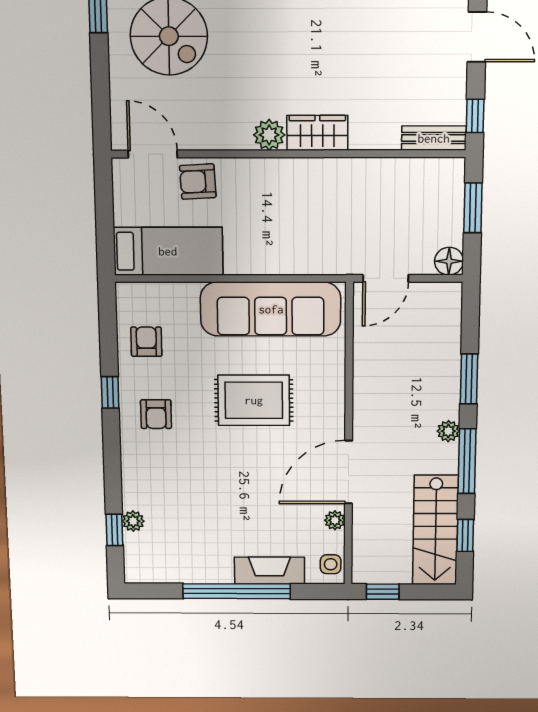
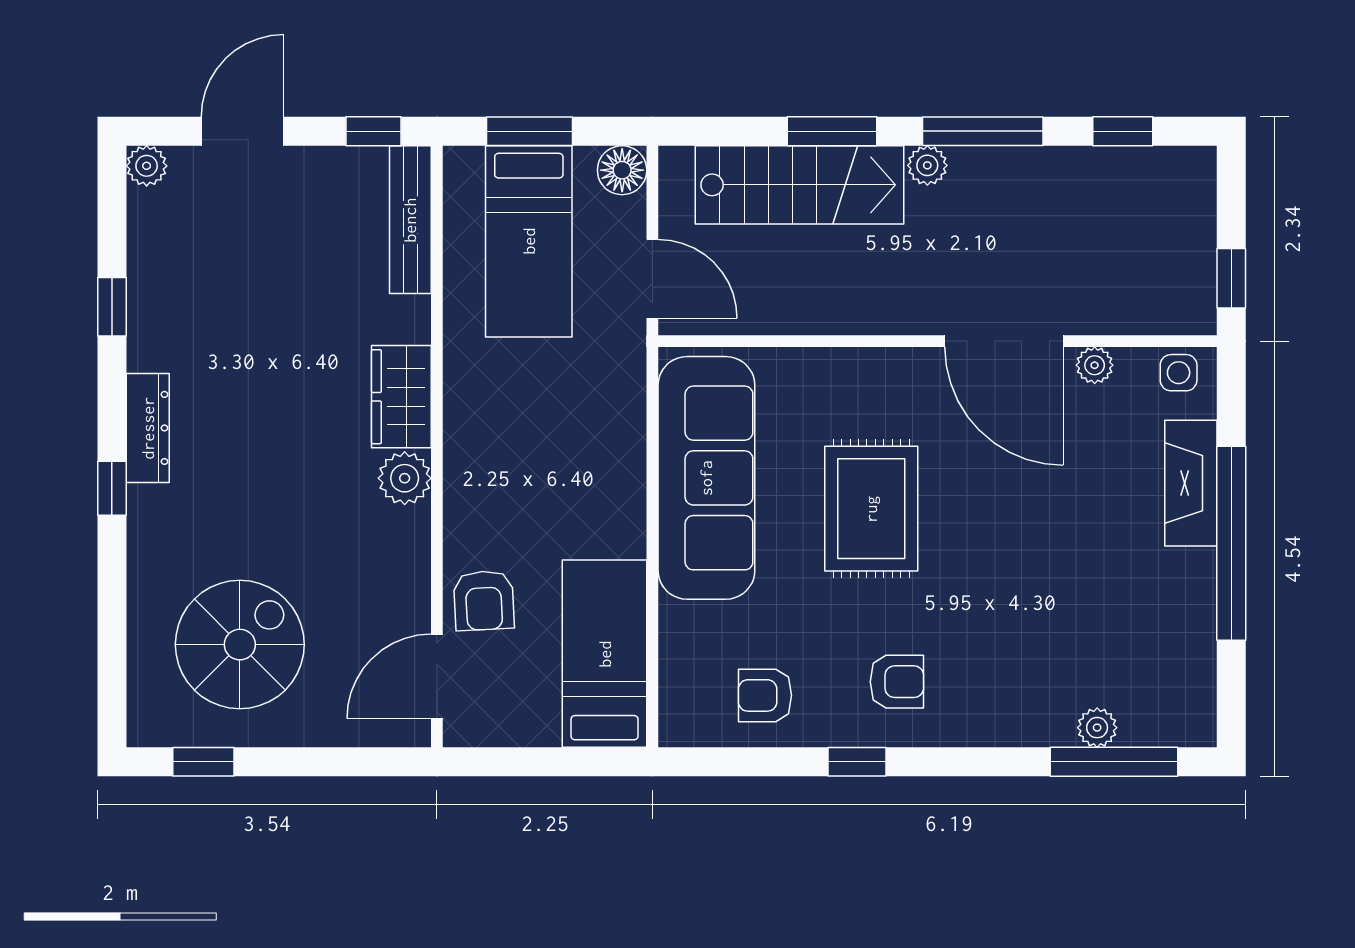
bench: (434, 138) -> (410, 220), width x1.36
bed: (408, 207) -> (529, 241), added
window: (114, 530) -> (1114, 762), width x2.17
stairs: (435, 530) -> (800, 185), moved

